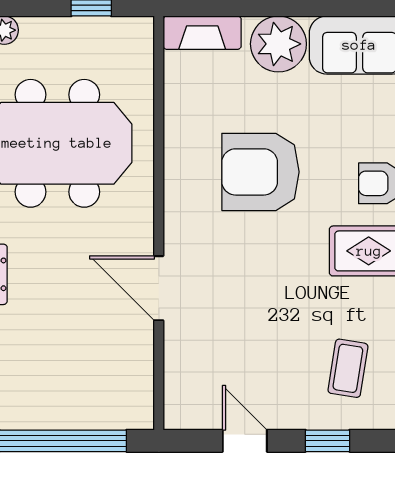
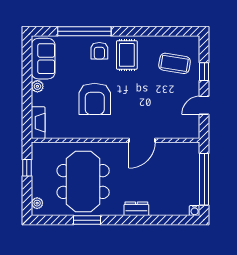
plant: (278, 44) -> (37, 86), width x0.53, depth x0.53
coffee table: (348, 368) -> (175, 63), width x1.36, depth x1.30

